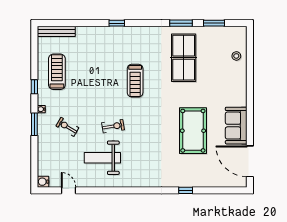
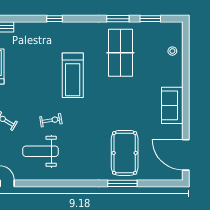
treadmill: (135, 81) -> (73, 75), width x1.37, depth x1.38
sofa: (236, 126) -> (172, 105), moved
pool table: (193, 131) -> (125, 153), moved
window: (186, 190) -> (122, 183), width x2.17

